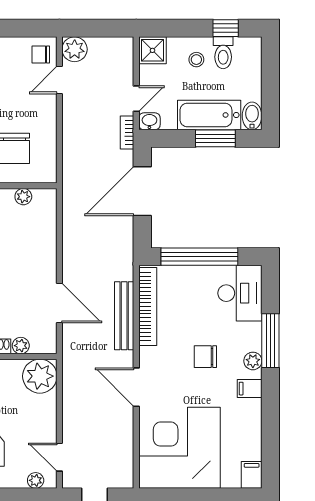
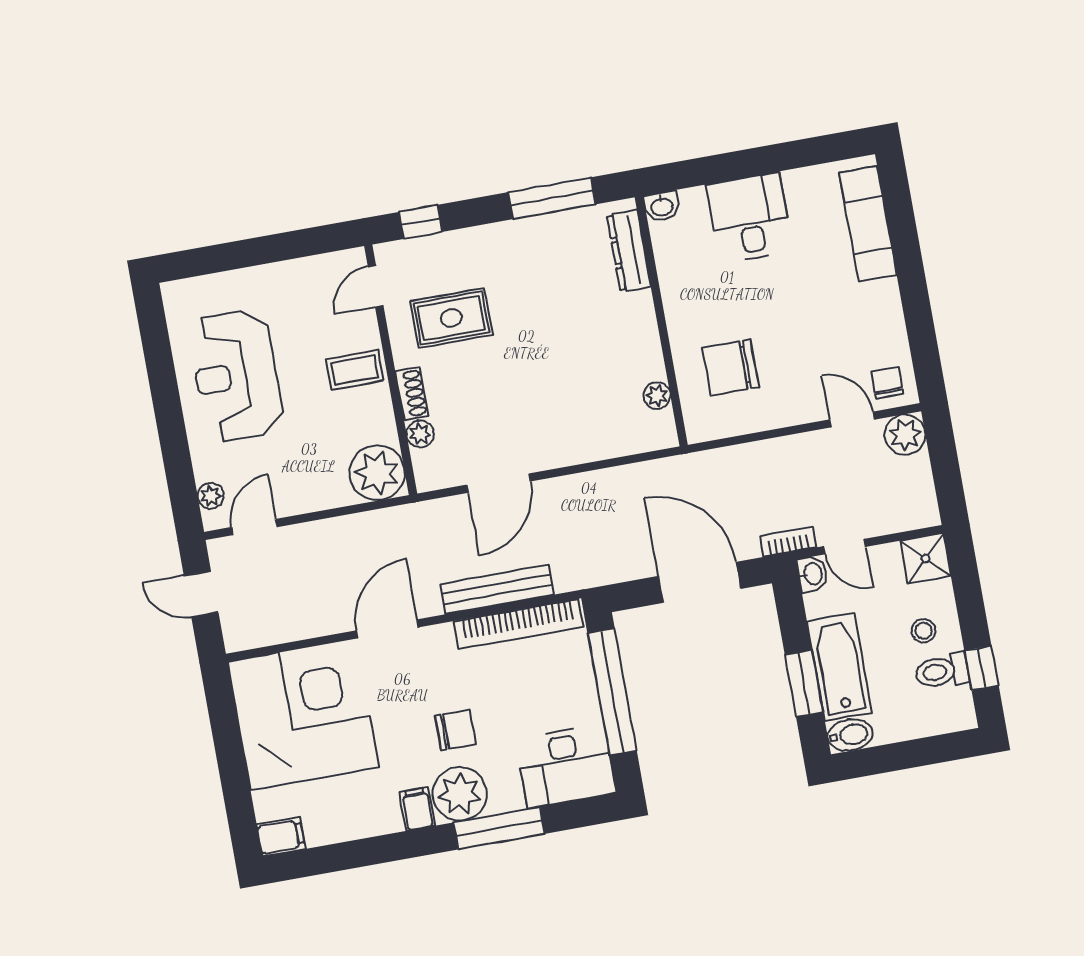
chair: (205, 357) -> (455, 730), turned 90
plant: (253, 361) -> (460, 794), width x1.88, depth x1.88

